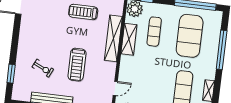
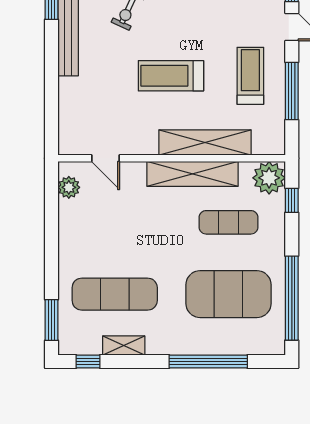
shelving: (129, 39) -> (192, 174), width x1.47
treadmill: (77, 65) -> (171, 76), moved

